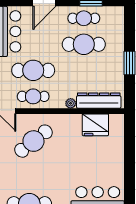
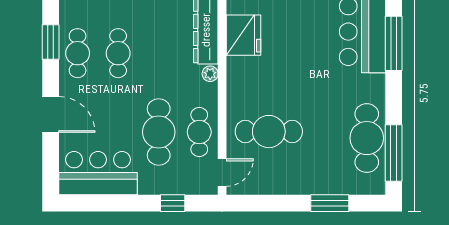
cafe table: (84, 44) -> (118, 53), width x0.73, depth x0.74
cafe table: (33, 141) -> (269, 132), turned -52

